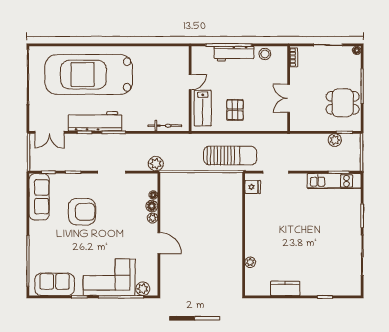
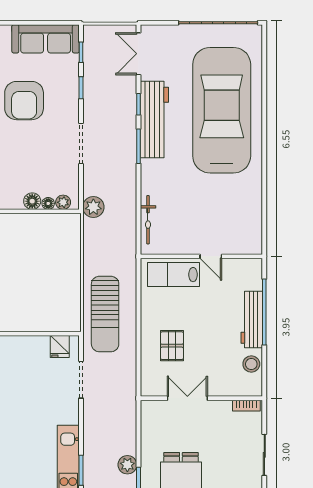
pallet: (235, 110) -> (172, 346), moved, turned 90
plant: (153, 218) -> (63, 202), moved

